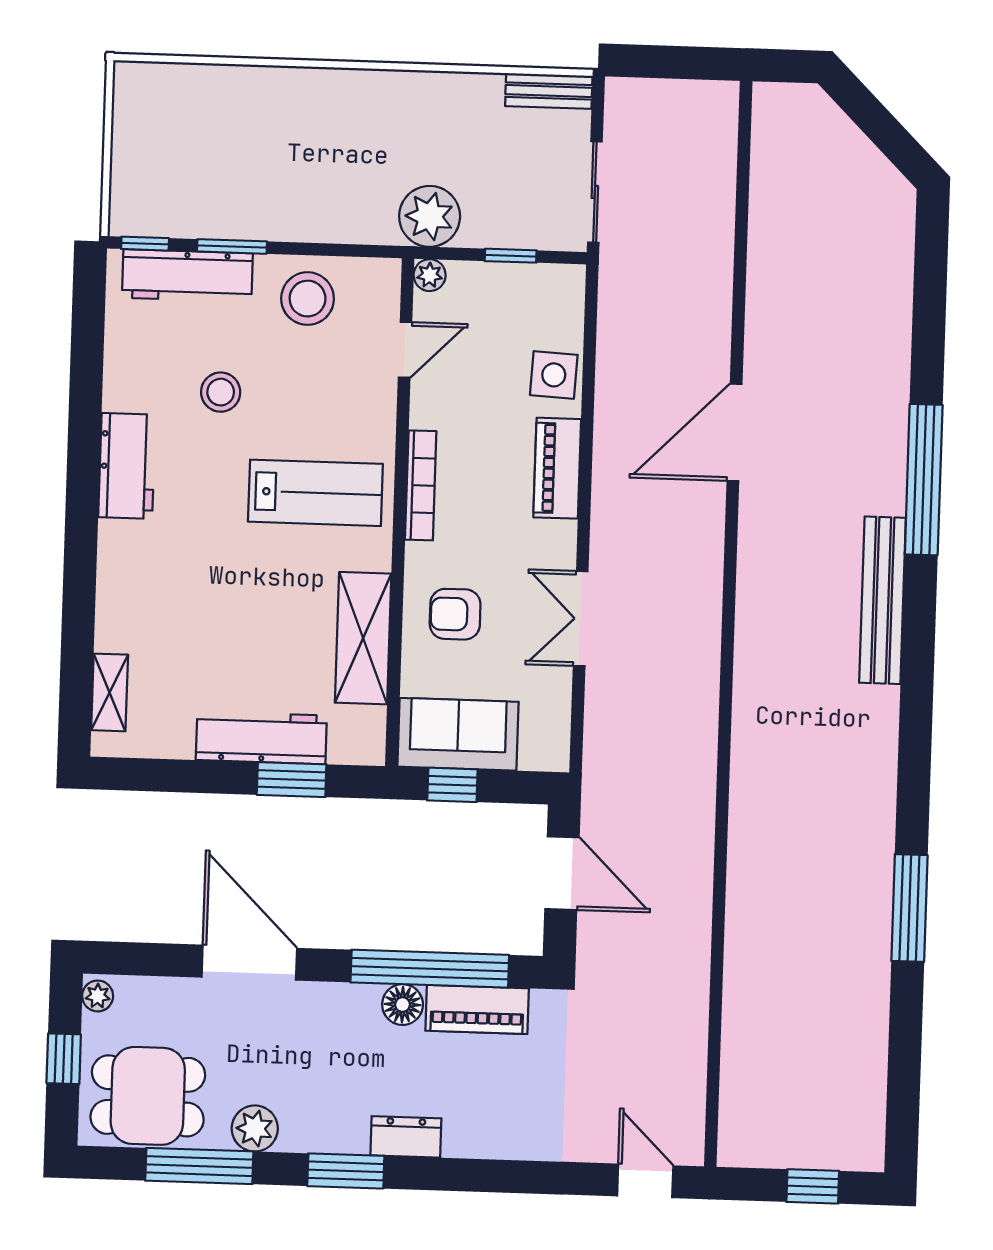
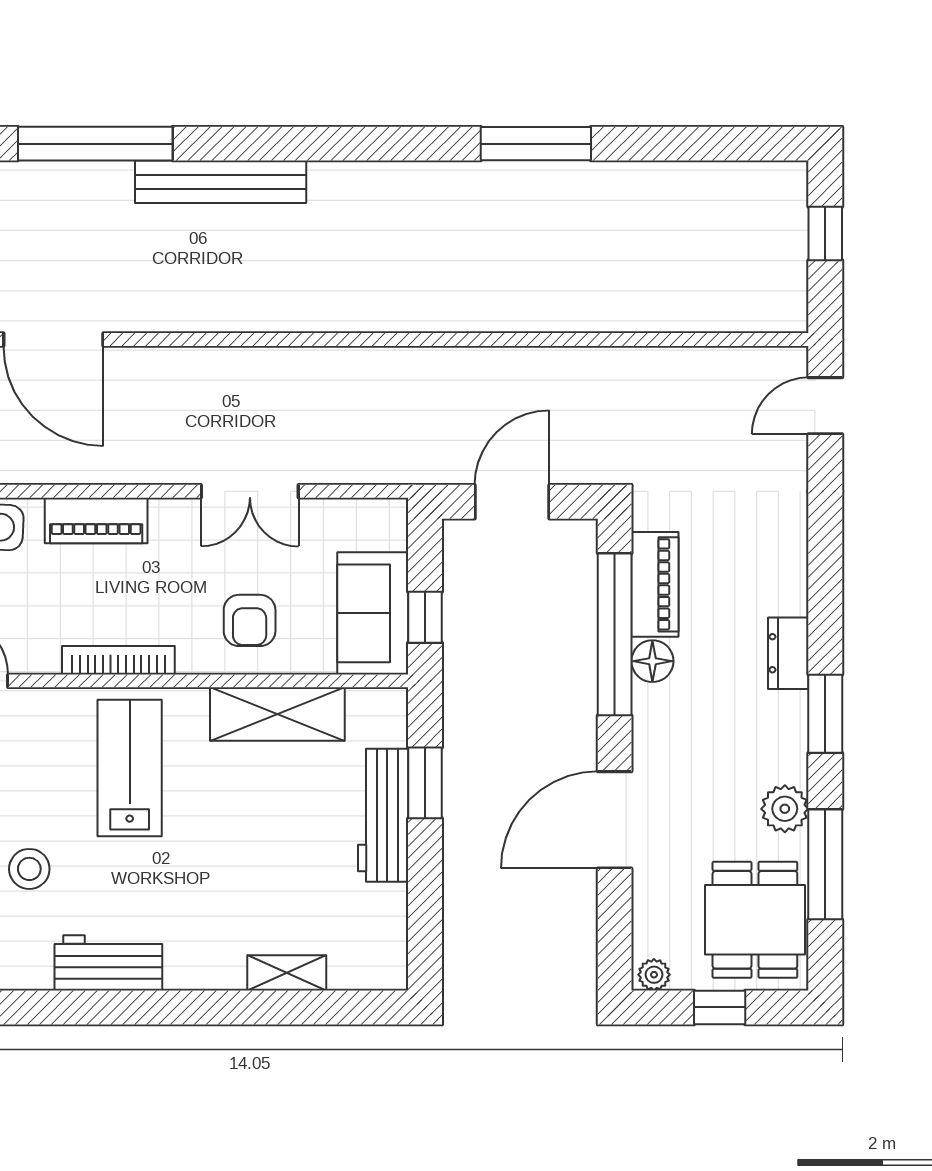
shelving: (110, 692) -> (287, 973), moved

